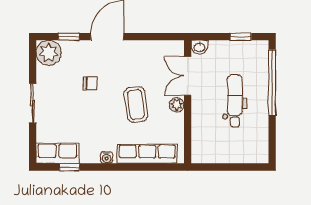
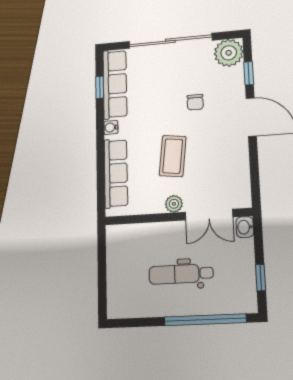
double door: (188, 76) -> (209, 215), swing flipped
dental chair: (235, 101) -> (181, 274), turned 180
sliding door: (33, 103) -> (170, 41), width x1.86
coffee table: (136, 104) -> (173, 156), turned -76
row of seats: (57, 153) -> (115, 84), width x1.48

